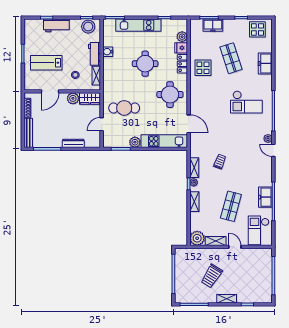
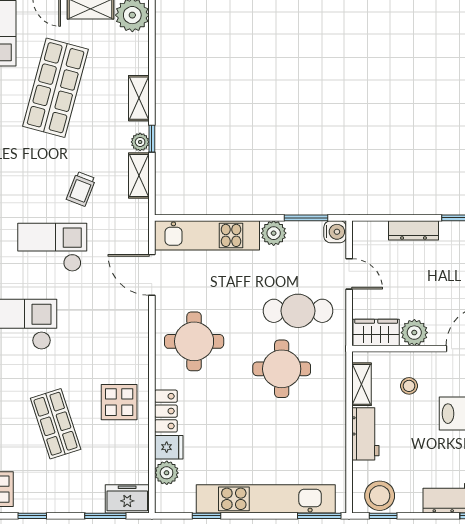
kitchen unit: (138, 25) -> (266, 499), width x1.36
freezer: (213, 25) -> (127, 499), moved
water cooler: (108, 52) -> (335, 232), moved
round table: (145, 64) -> (282, 369), moved
door: (102, 124) -> (349, 274), hinge flipped
checkout: (232, 136) -> (52, 247), added
shop shelf: (231, 206) -> (56, 88), width x1.43, depth x1.36

